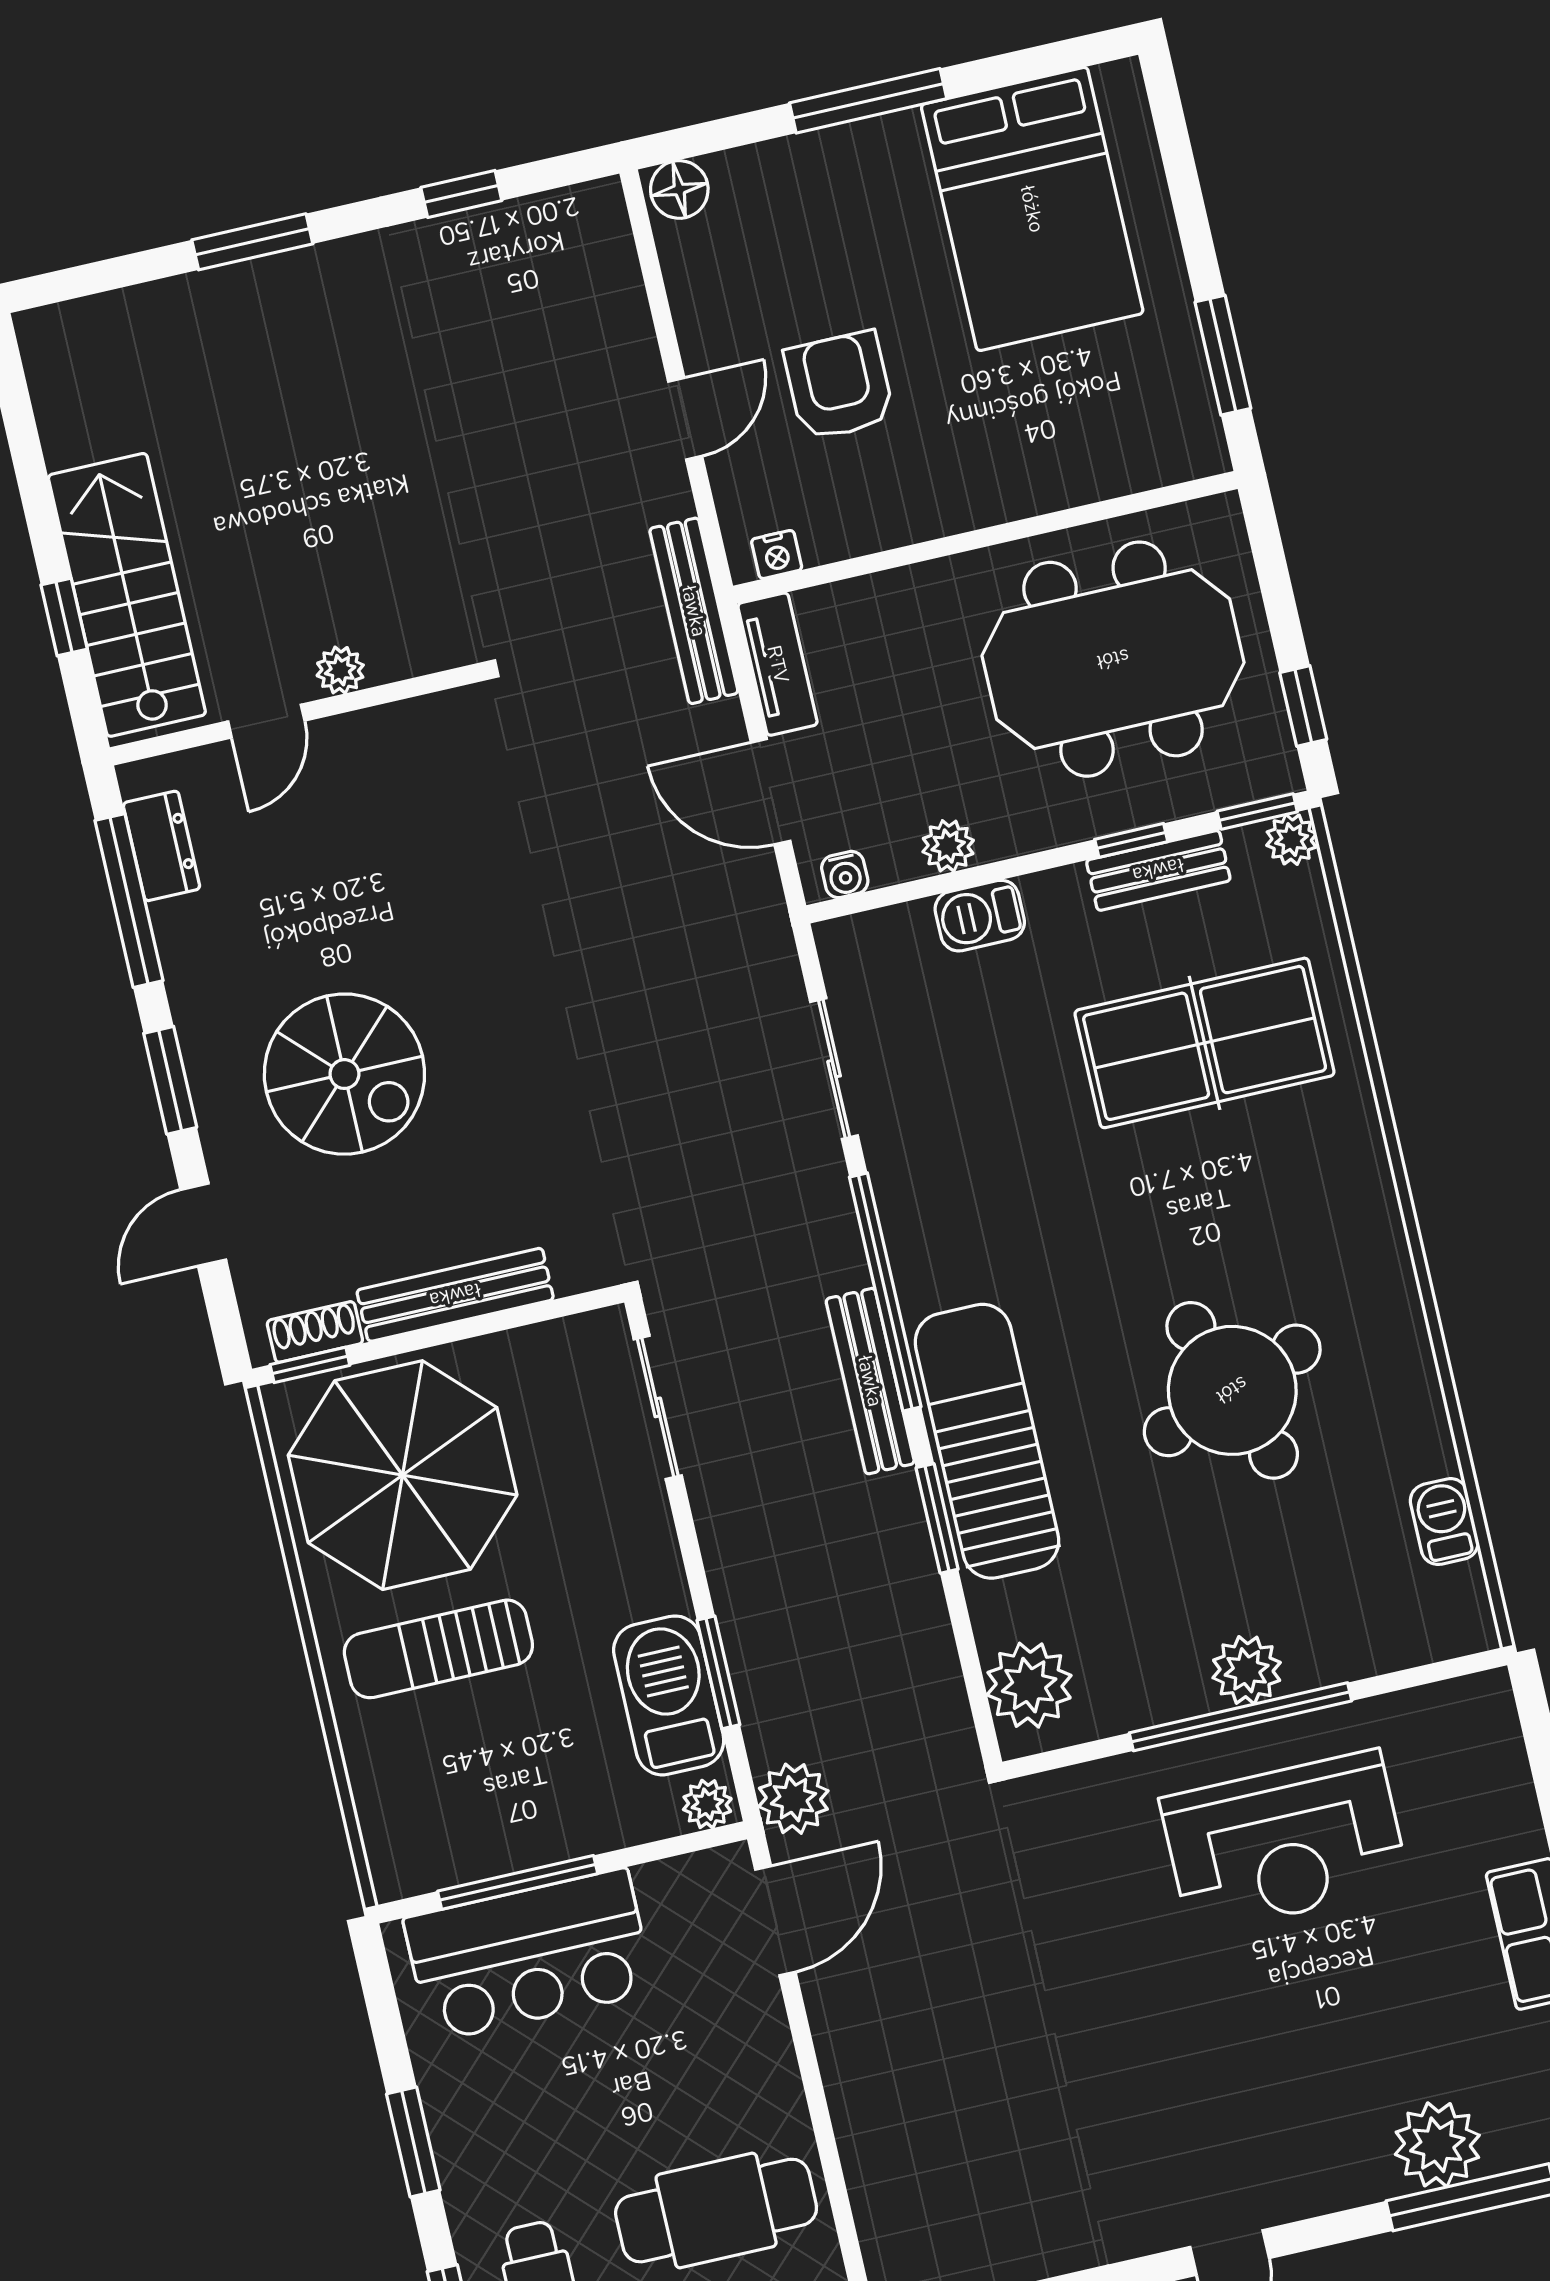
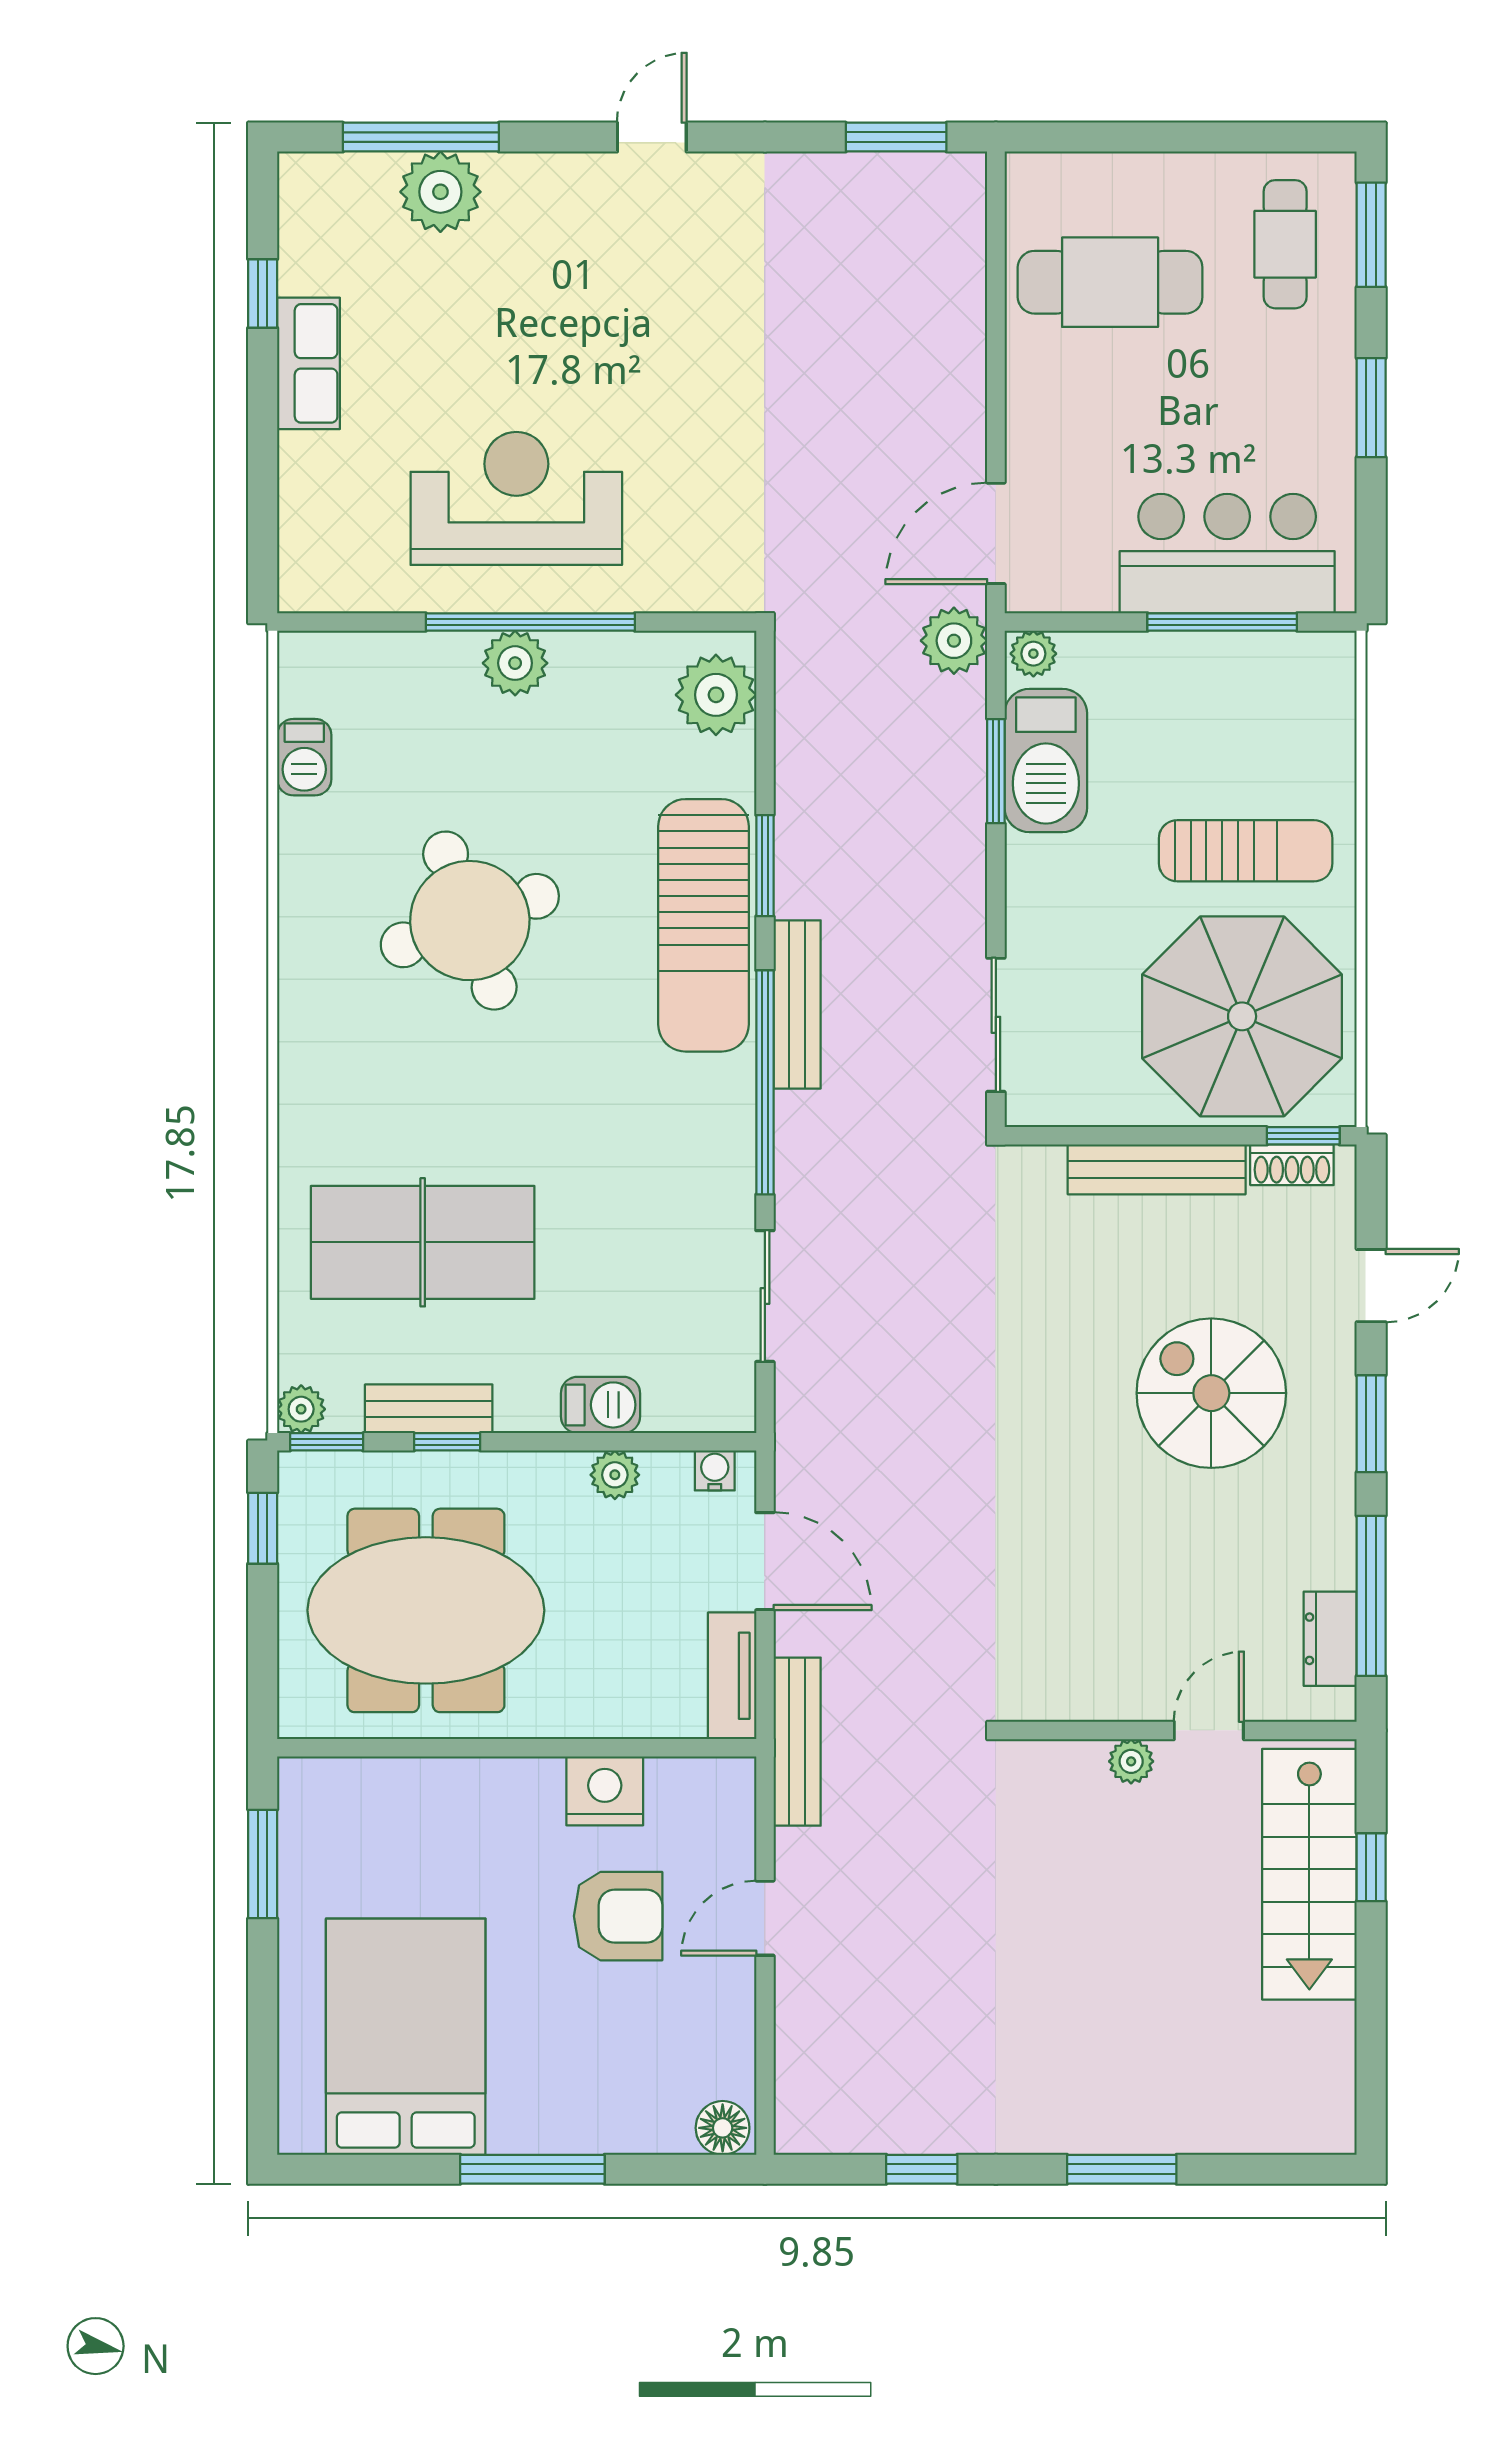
armchair: (839, 386) -> (618, 1916), turned -90
nightstand: (777, 555) -> (605, 1791), moved, width x1.89, depth x1.79

